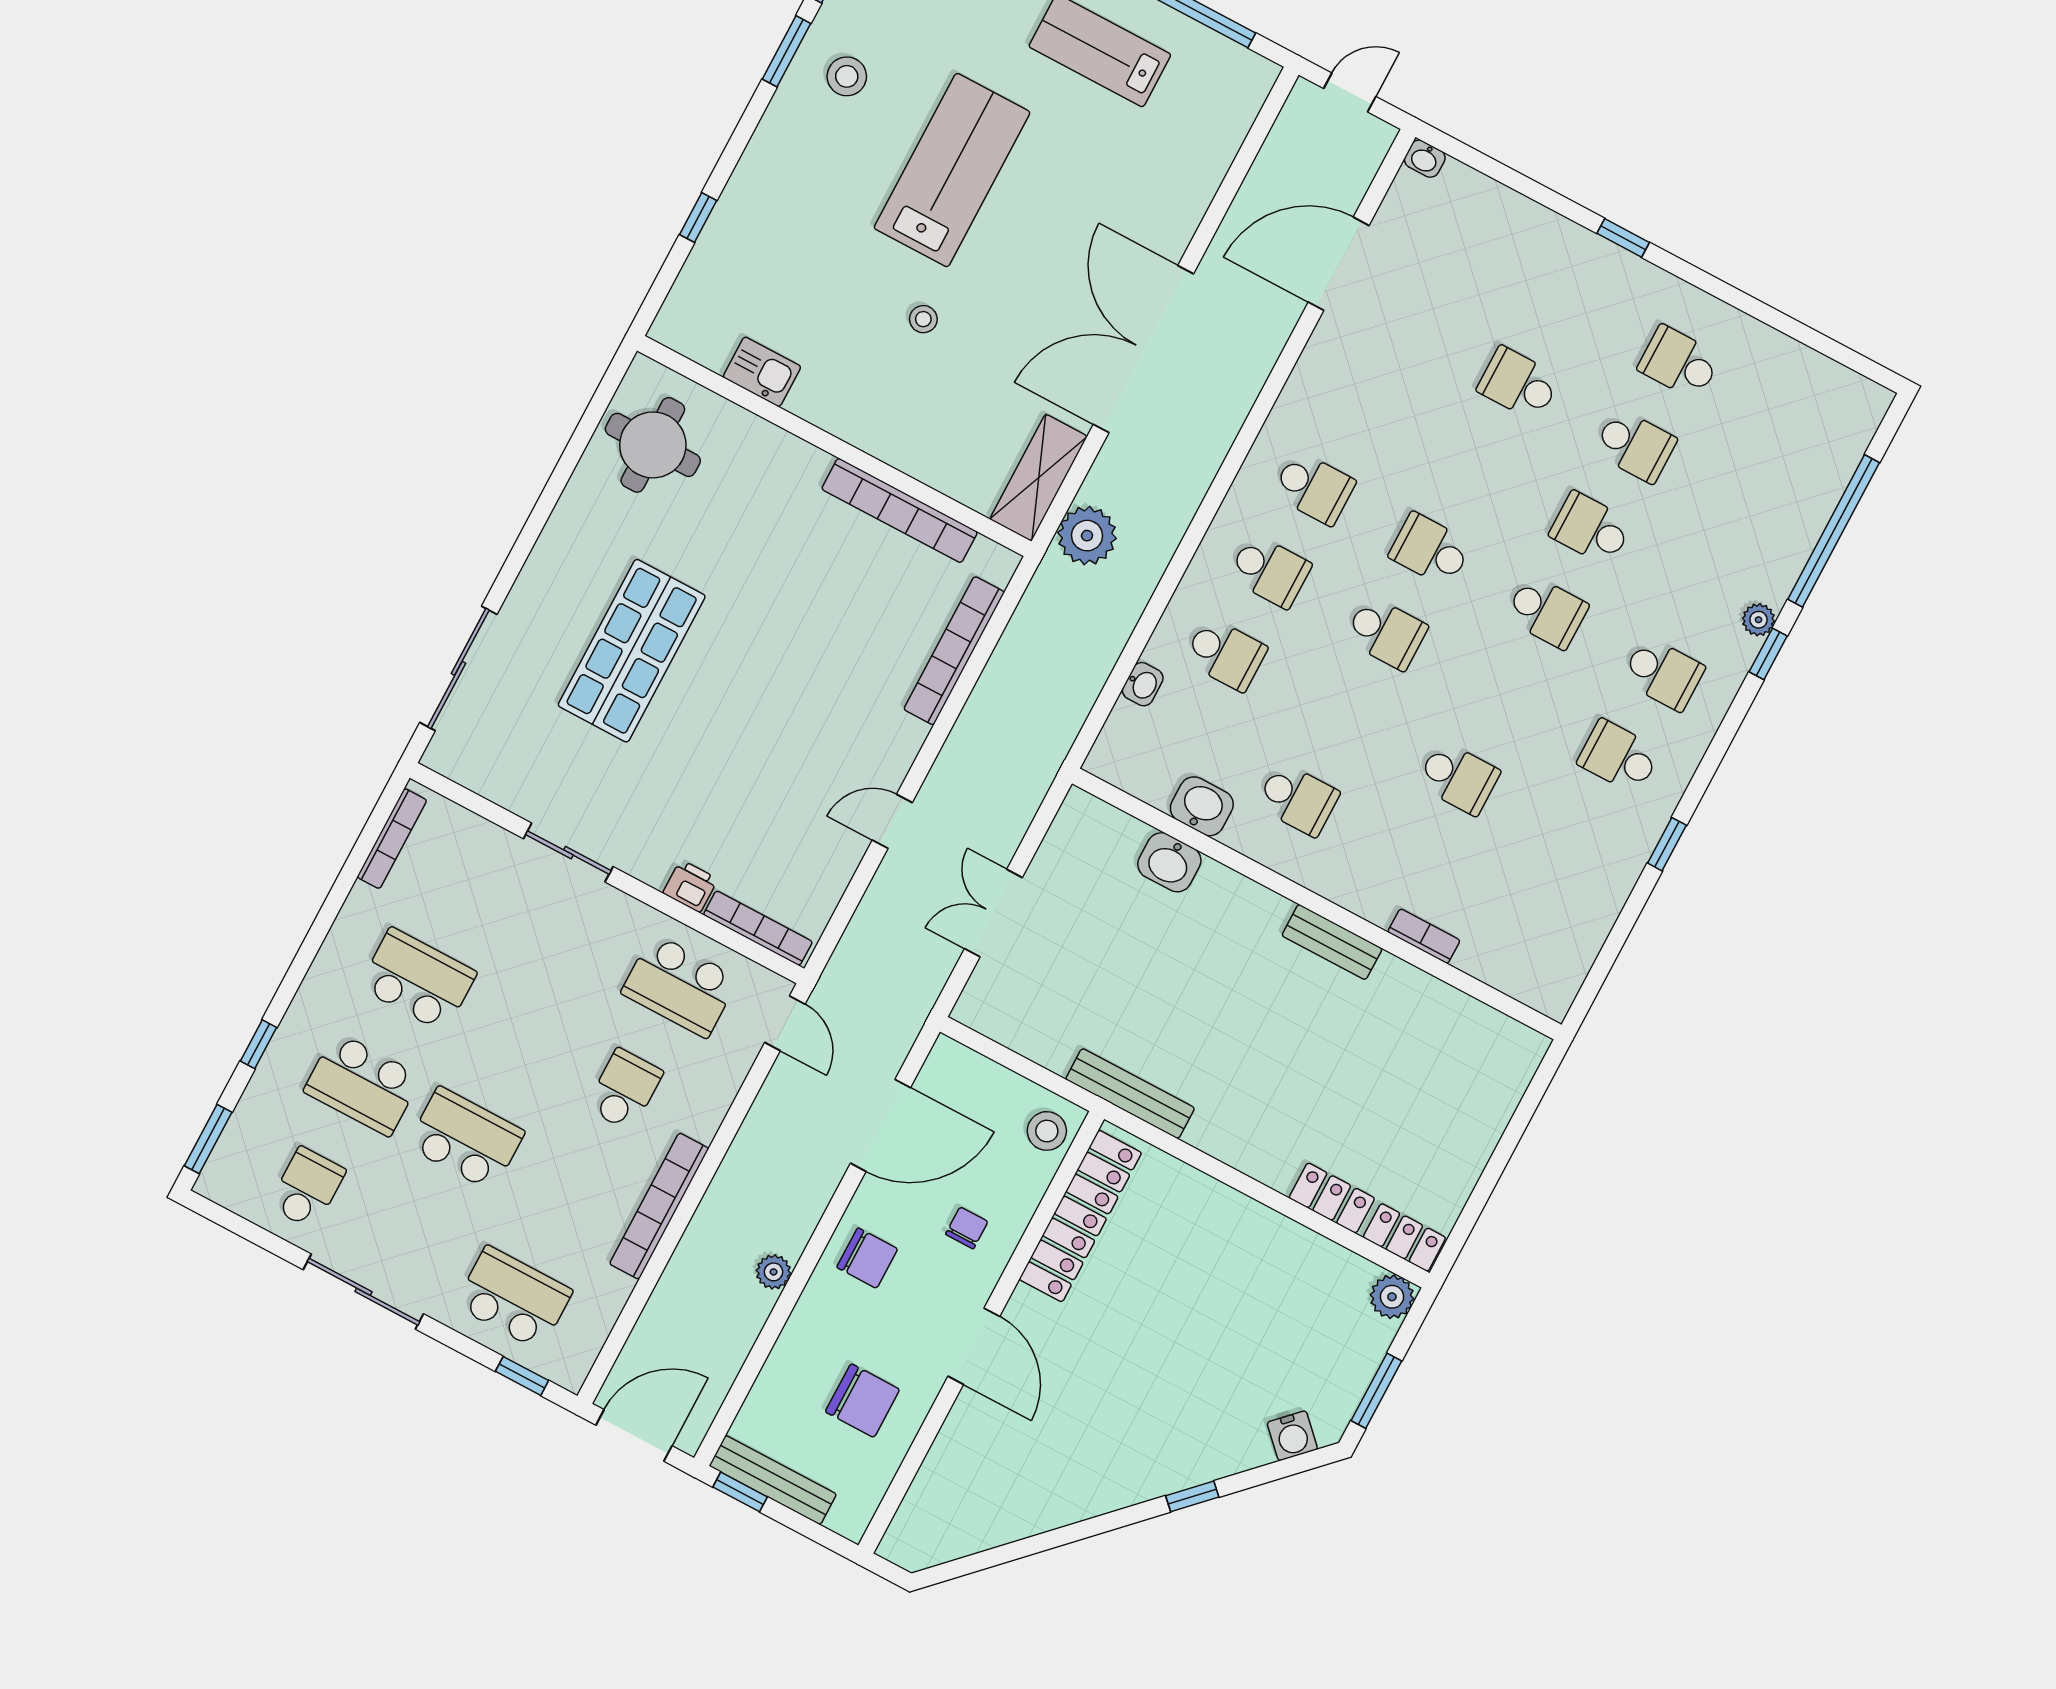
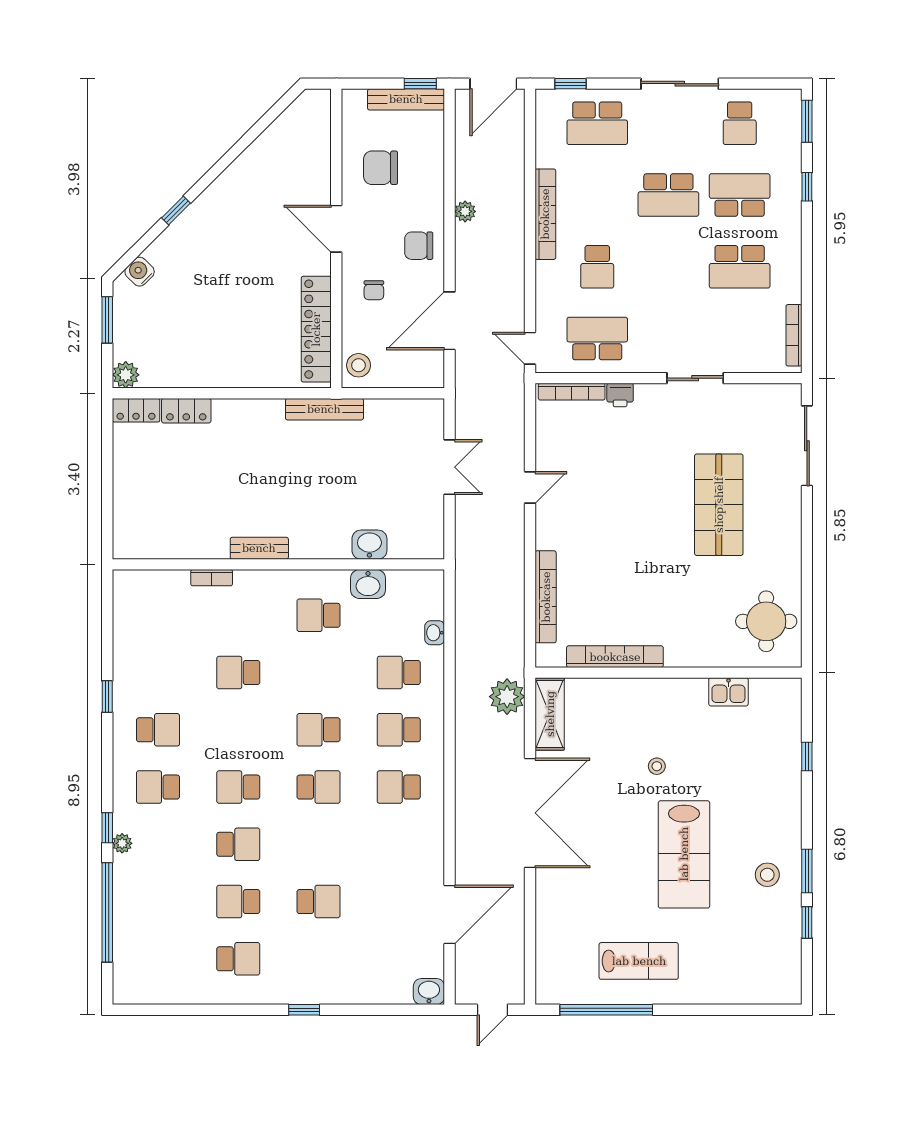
washbasin: (1425, 159) -> (429, 992), width x1.38, depth x1.45

